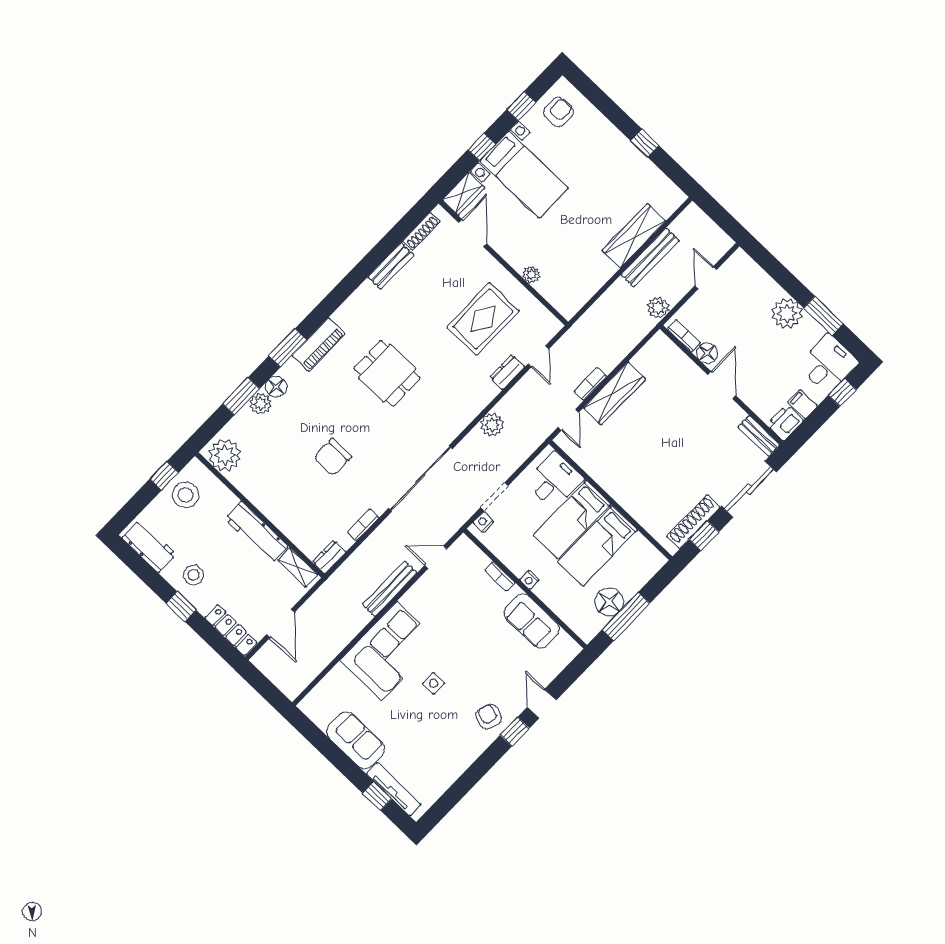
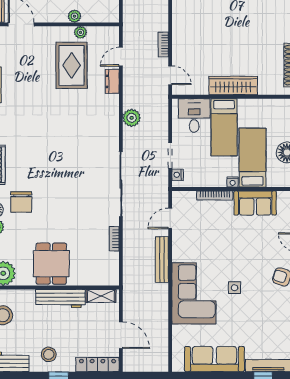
plant: (522, 296) -> (80, 32), added
door: (538, 356) -> (121, 57), swing flipped
dining table: (387, 373) -> (51, 264), moved, turned 90
wardrobe: (615, 393) -> (233, 86), moved, turned -90
chair: (333, 457) -> (21, 202), moved
bed: (598, 546) -> (253, 158), moved, turned 180
dresser: (329, 557) -> (112, 274), removed
bookcase: (500, 576) -> (215, 195), width x1.56
sofa: (356, 740) -> (214, 359), width x1.36

